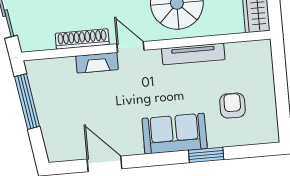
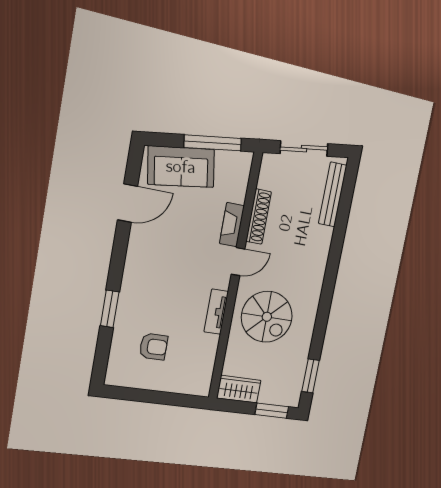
tv unit: (193, 54) -> (216, 312), width x0.71
sofa: (175, 134) -> (181, 167), moved, turned 81

